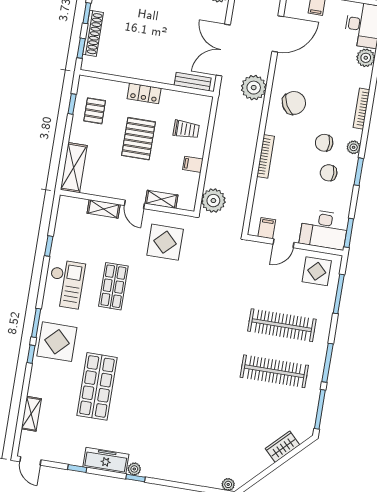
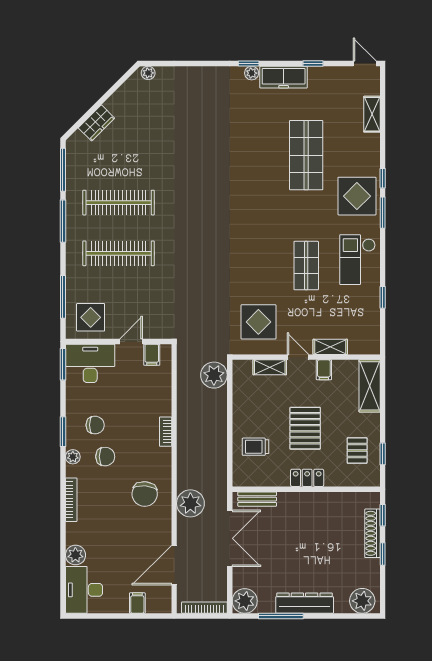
chair: (294, 103) -> (145, 494), turned -57
bookcase: (266, 156) -> (166, 432), width x0.64
filing cabinet: (193, 164) -> (324, 370), moved, turned 90

